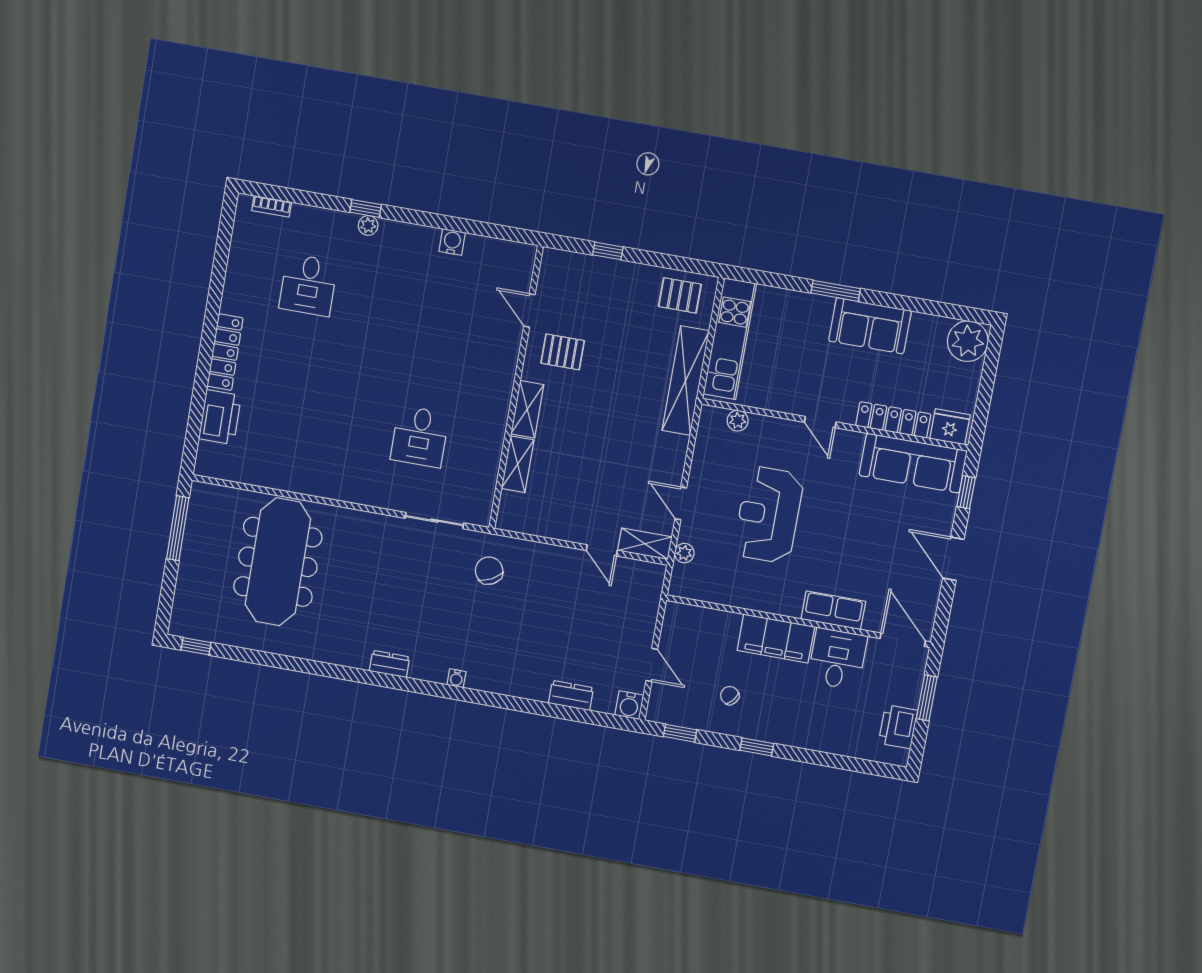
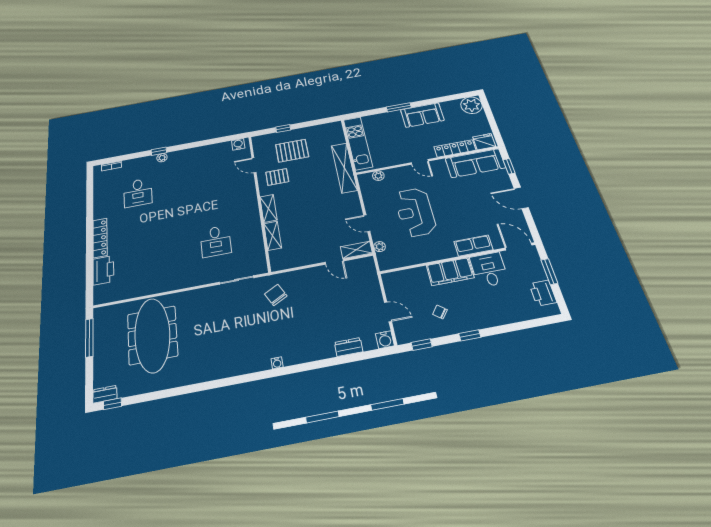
water cooler: (452, 242) -> (238, 144), moved
pallet: (680, 295) -> (292, 151), moved, width x1.50, depth x1.42
dresser: (389, 664) -> (105, 394), moved

